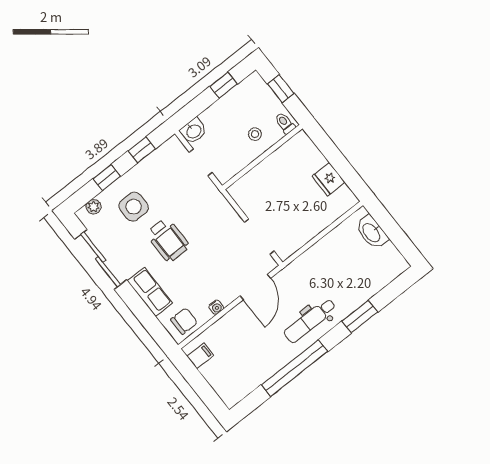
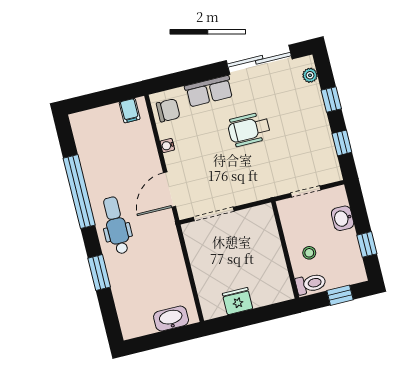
toilet: (285, 123) -> (311, 284), width x1.37, depth x1.39
washbasin: (193, 131) -> (343, 218), moved
side table: (134, 207) -> (293, 112), removed
door: (255, 287) -> (170, 190), hinge flipped
chair: (184, 321) -> (168, 110), turned -90

